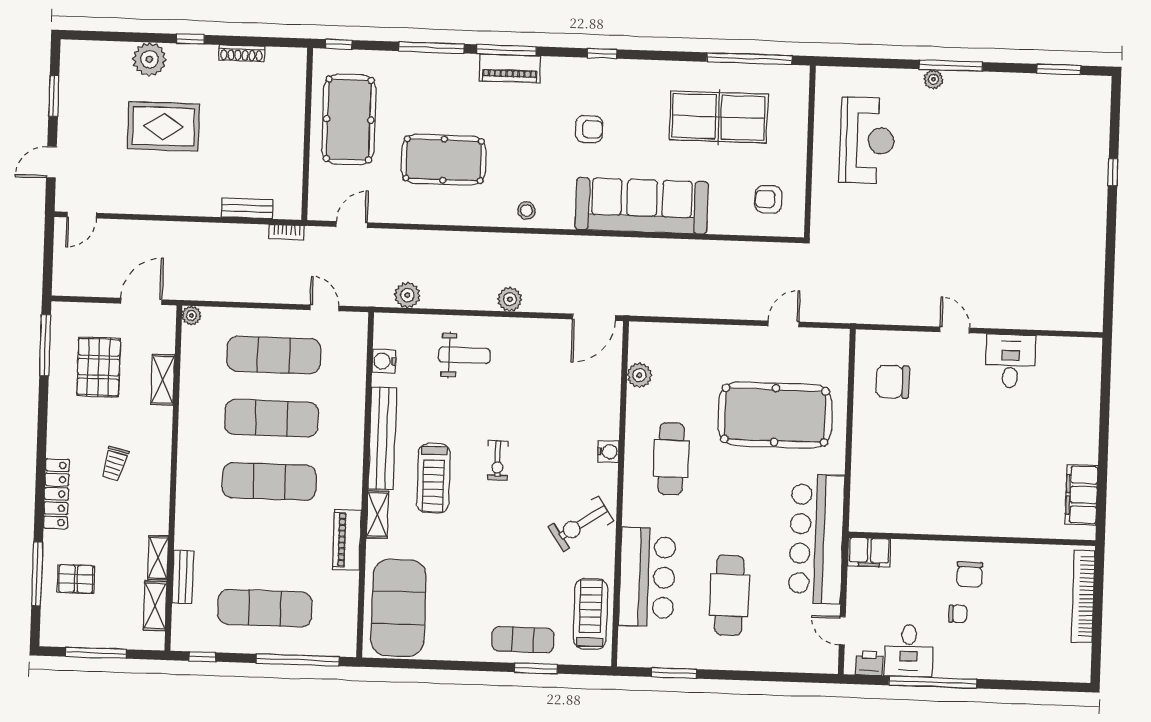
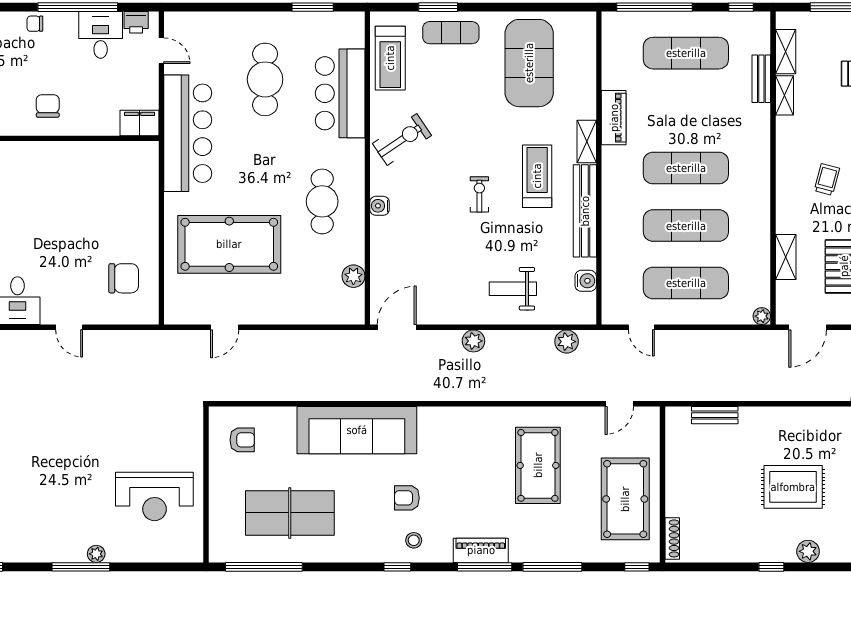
shoe rack: (241, 53) -> (672, 538), moved, turned 90
plant: (149, 59) -> (808, 551), width x0.73, depth x0.73
reception desk: (867, 140) -> (154, 496), turned -90
pool table: (444, 160) -> (538, 465), turned 90
stool: (526, 210) -> (414, 540), moved
bookcase: (287, 232) -> (678, 395), removed
exercise mat: (398, 608) -> (529, 63), moved
chair: (958, 614) -> (35, 24), moved

